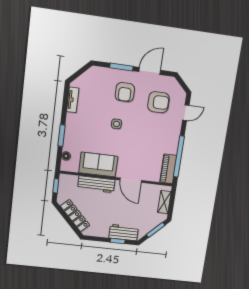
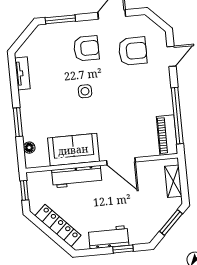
window: (121, 67) -> (60, 19), moved
armchair: (125, 92) -> (86, 48), turned -90
workbench: (124, 232) -> (109, 237), moved

